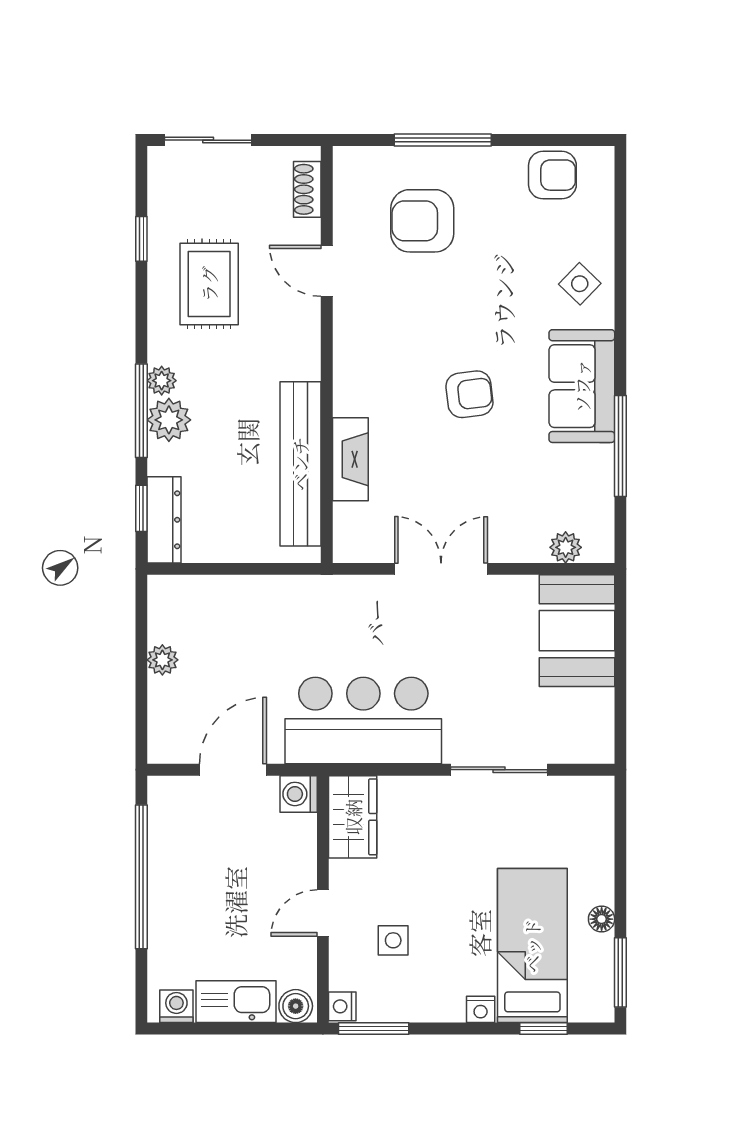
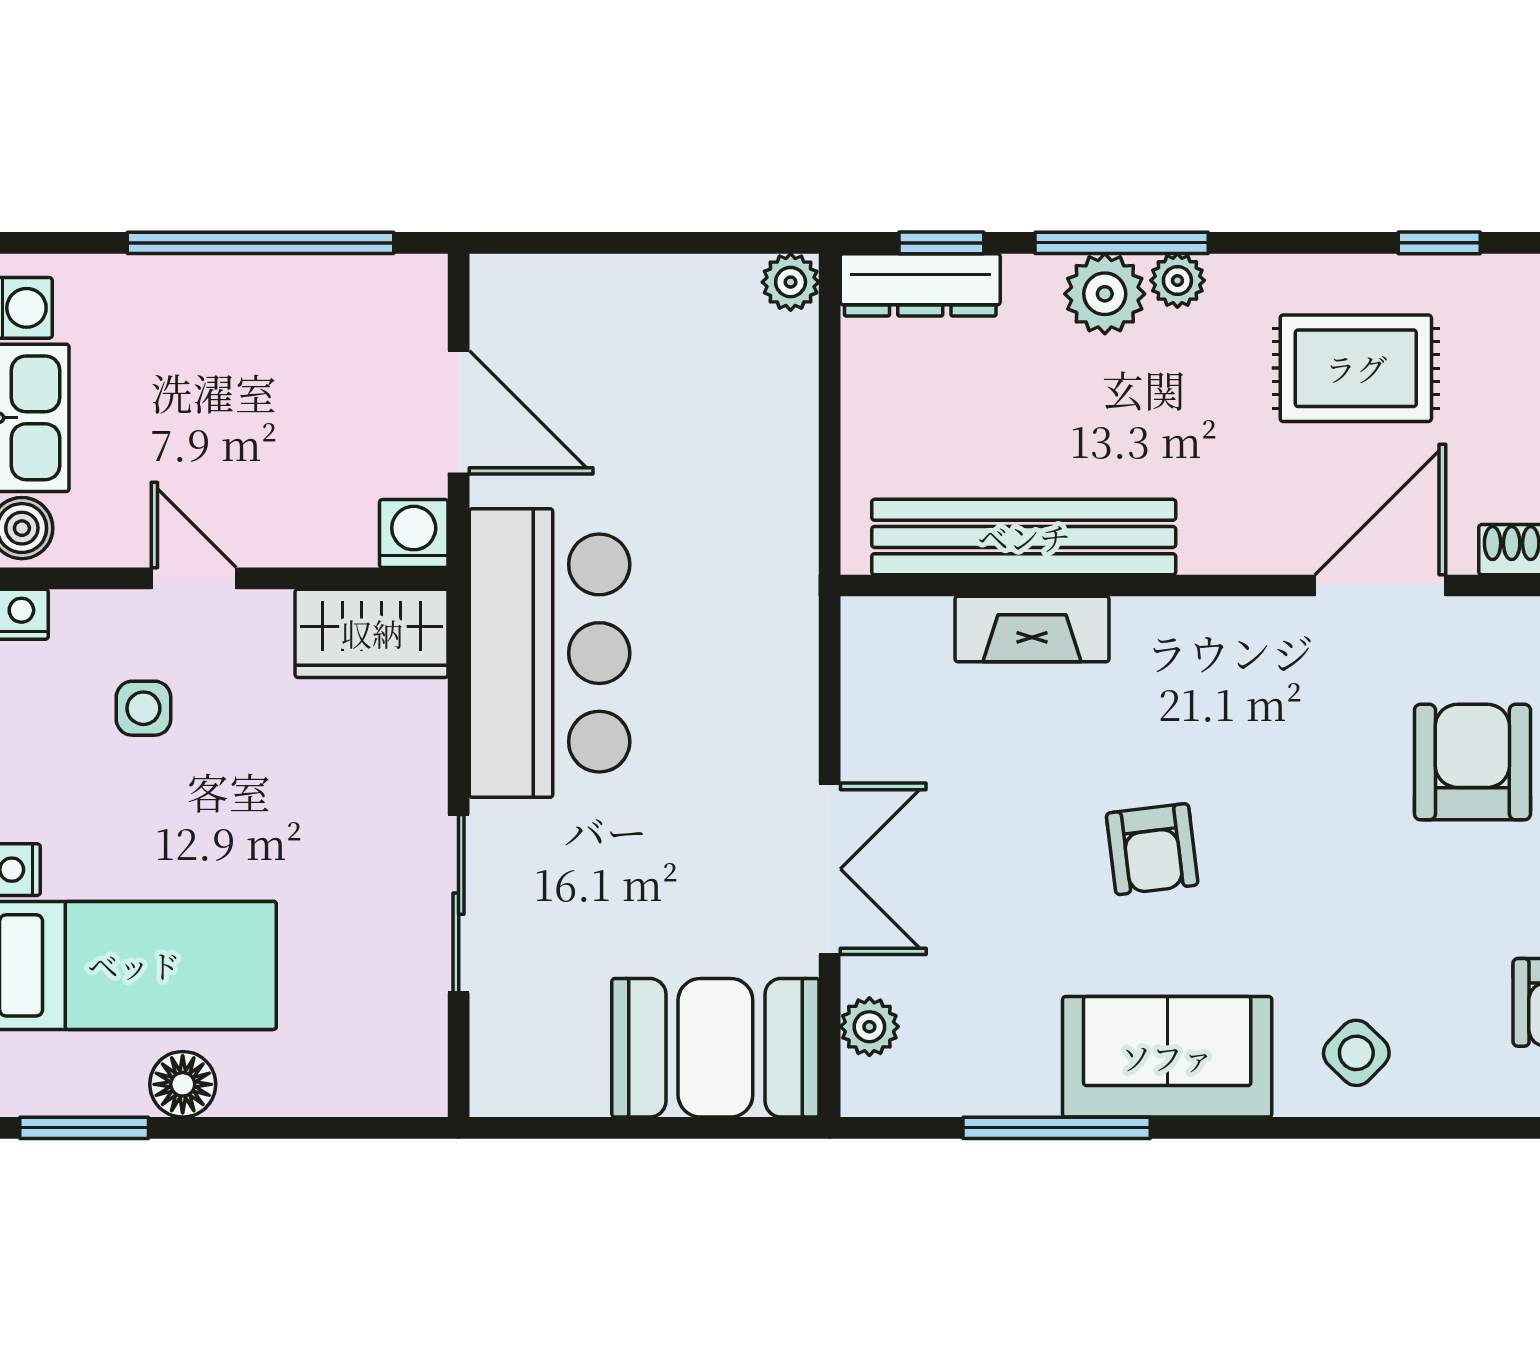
door: (327, 271) -> (1380, 585), width x1.38
double door: (441, 569) -> (830, 869), moved
plant: (162, 660) -> (791, 282), moved
floor lamp: (602, 919) -> (183, 1084), width x1.37, depth x1.37

